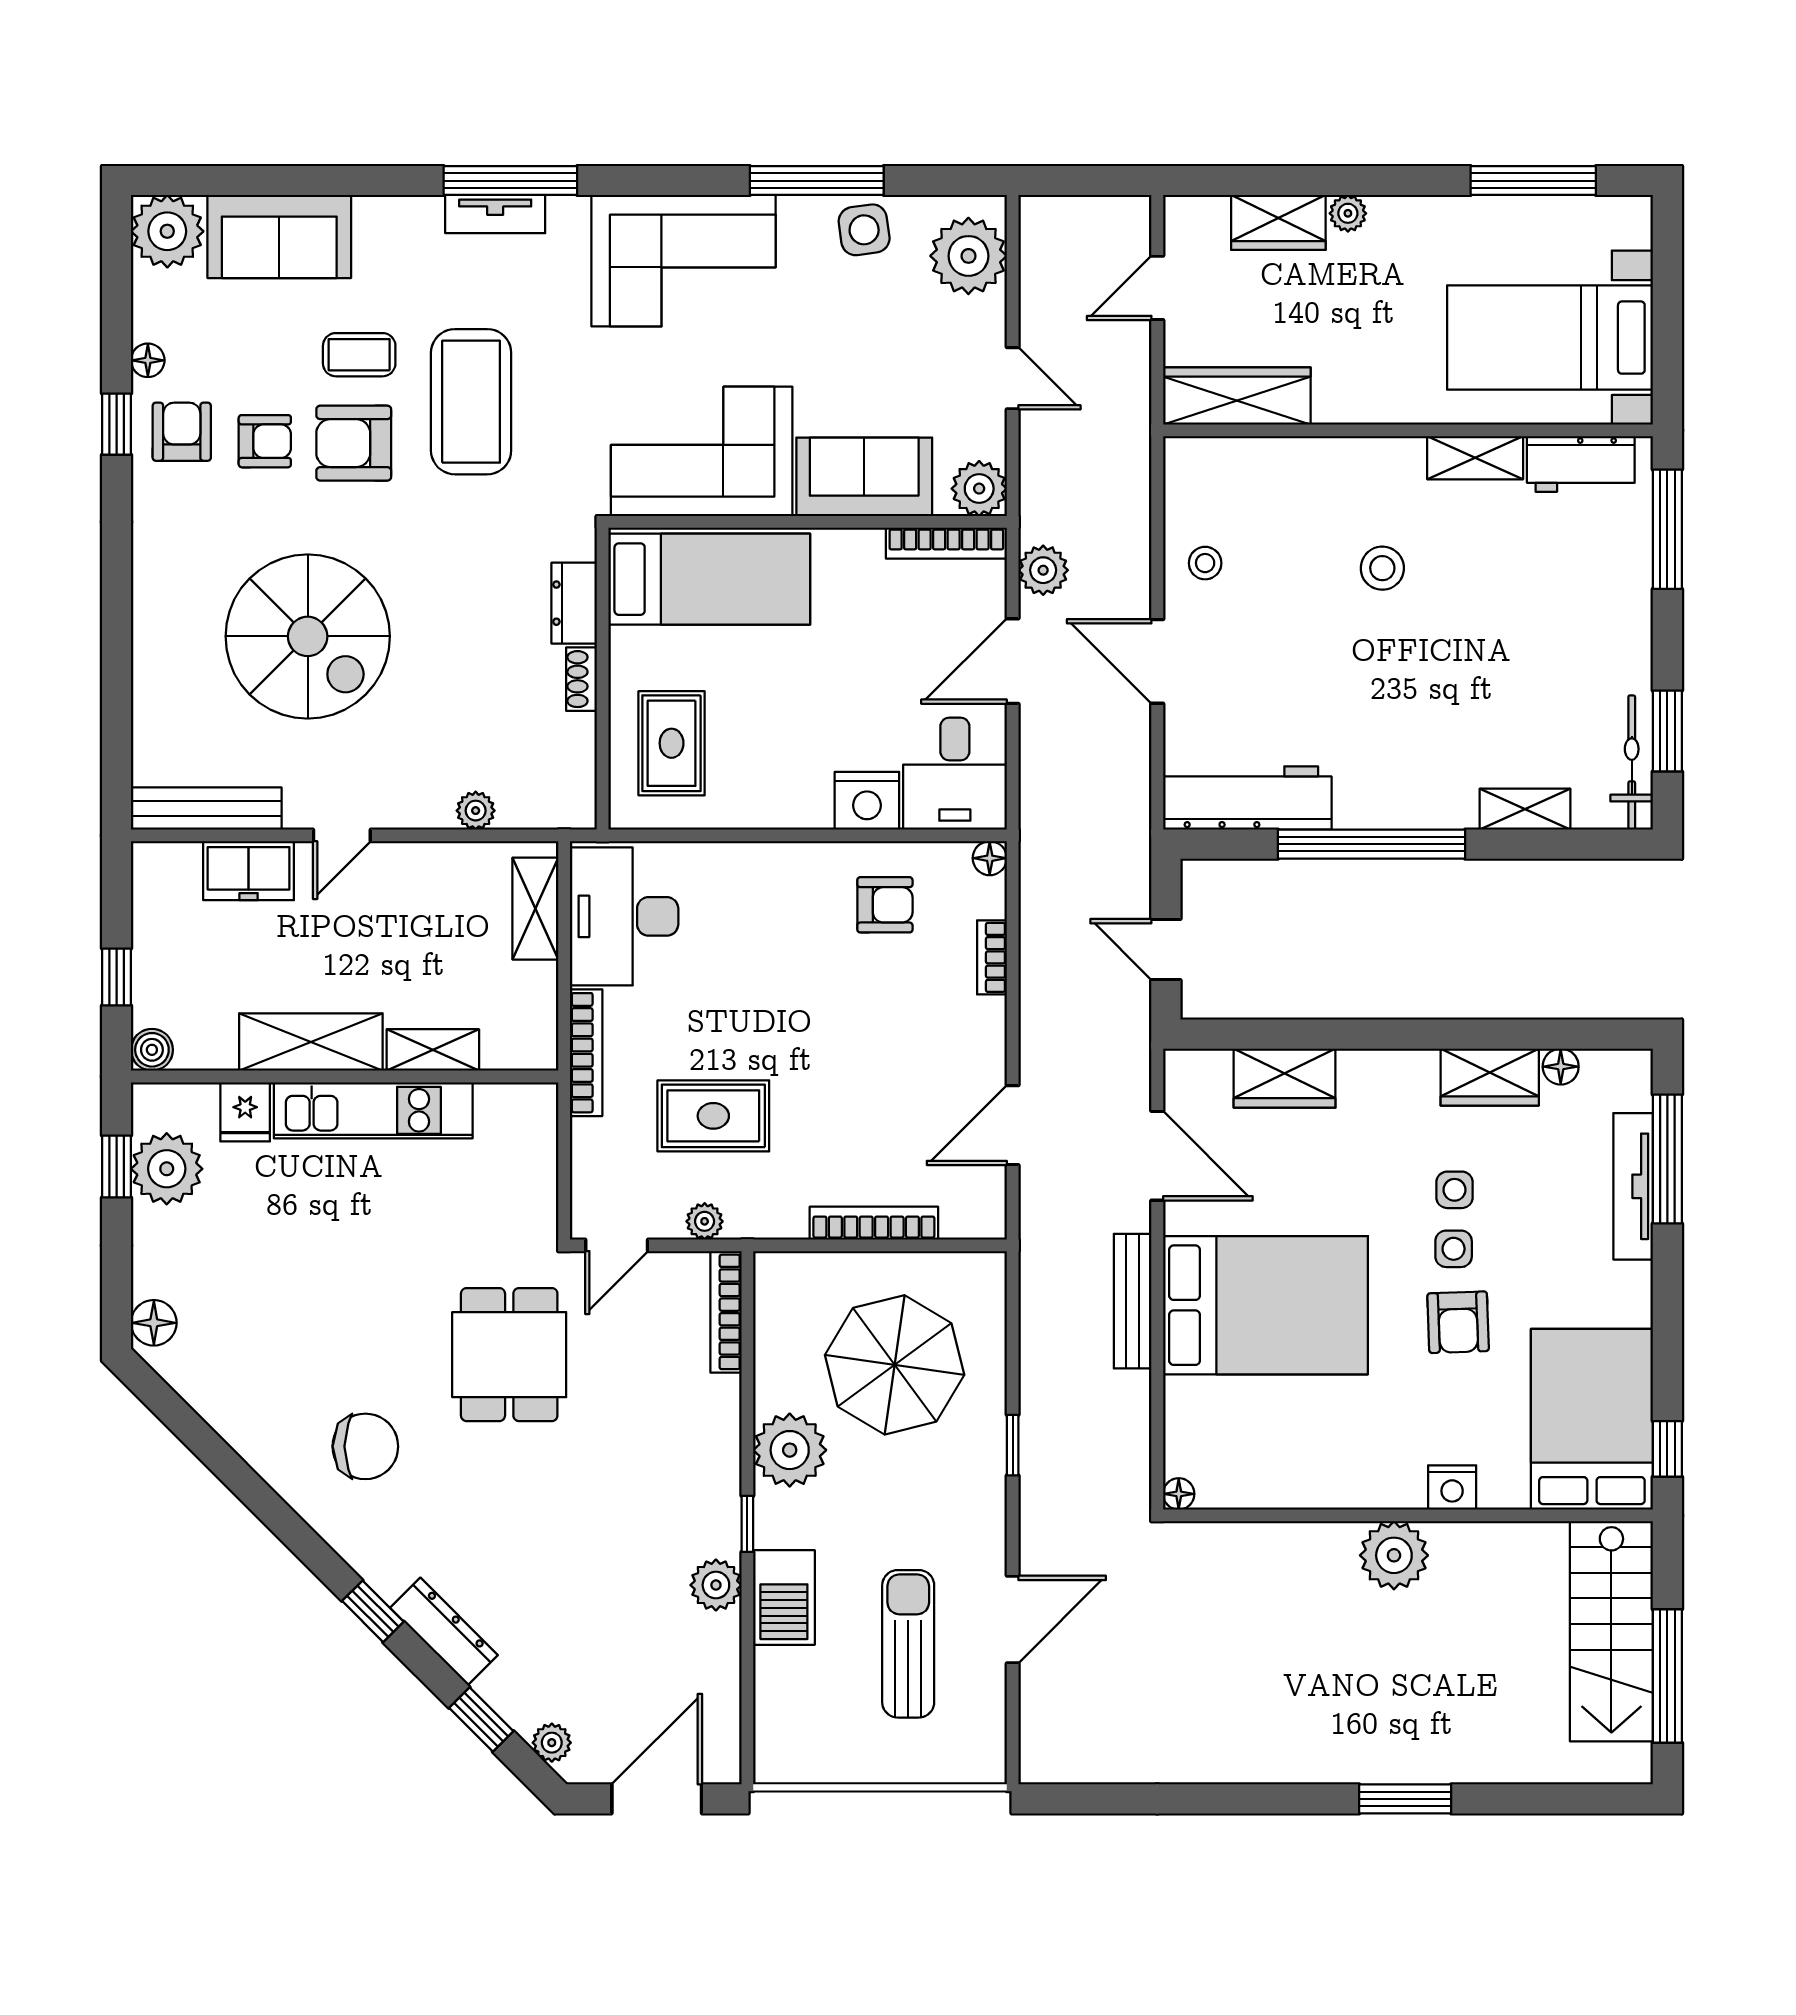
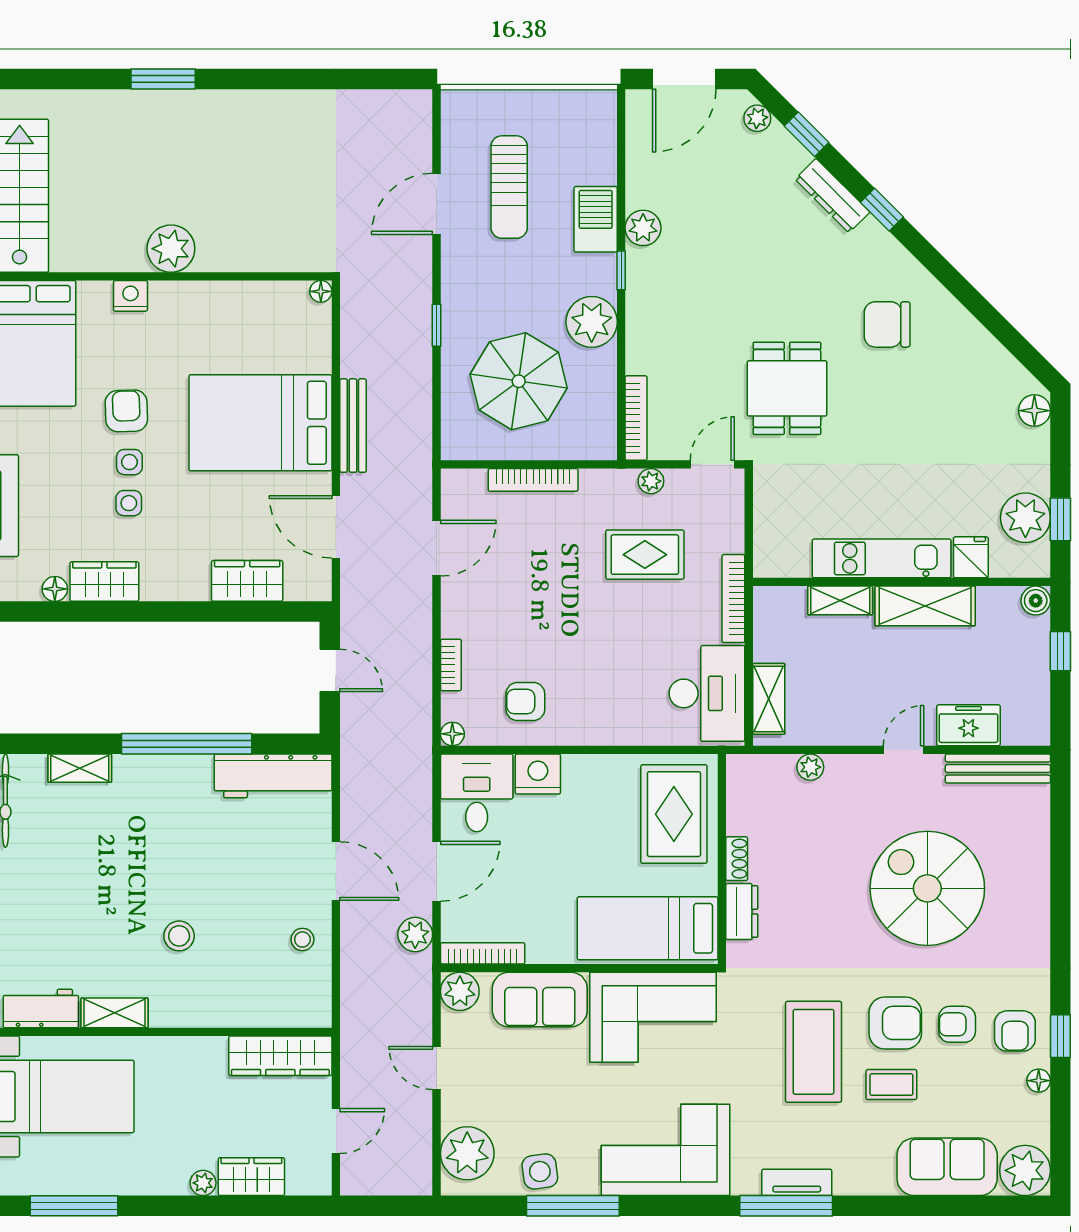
rug: (672, 743) -> (674, 814), width x1.36, depth x1.43

